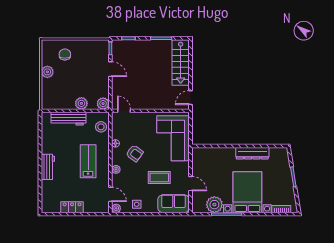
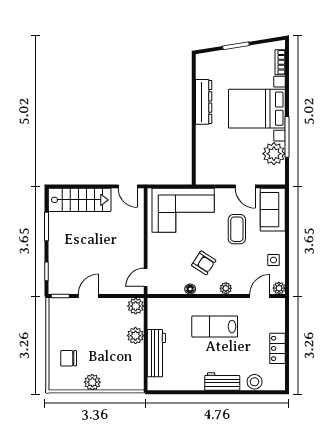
stool: (101, 127) -> (255, 382), moved
armchair: (135, 153) -> (204, 263), turned 87
door: (191, 184) -> (245, 186), swing flipped

